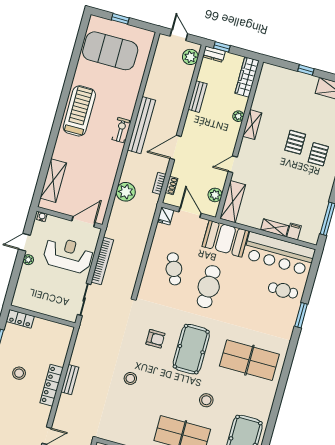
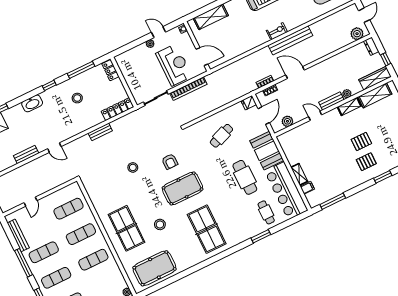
window: (222, 47) -> (386, 59), moved
bench: (198, 97) -> (331, 101), moved
plant: (126, 192) -> (242, 66), removed
shelving: (233, 202) -> (375, 95), moved
cafe table: (209, 287) -> (245, 177), moved, turned 90
locker: (52, 385) -> (117, 109), moved

